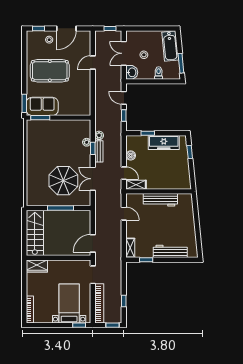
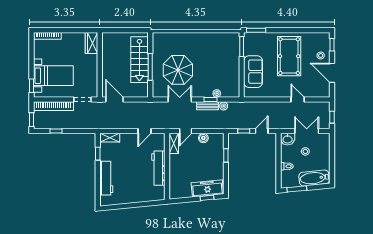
sofa: (42, 106) -> (253, 72), moved
freezer: (164, 142) -> (207, 188), moved, turned 84
stairs: (35, 233) -> (139, 60), moved, turned 90

